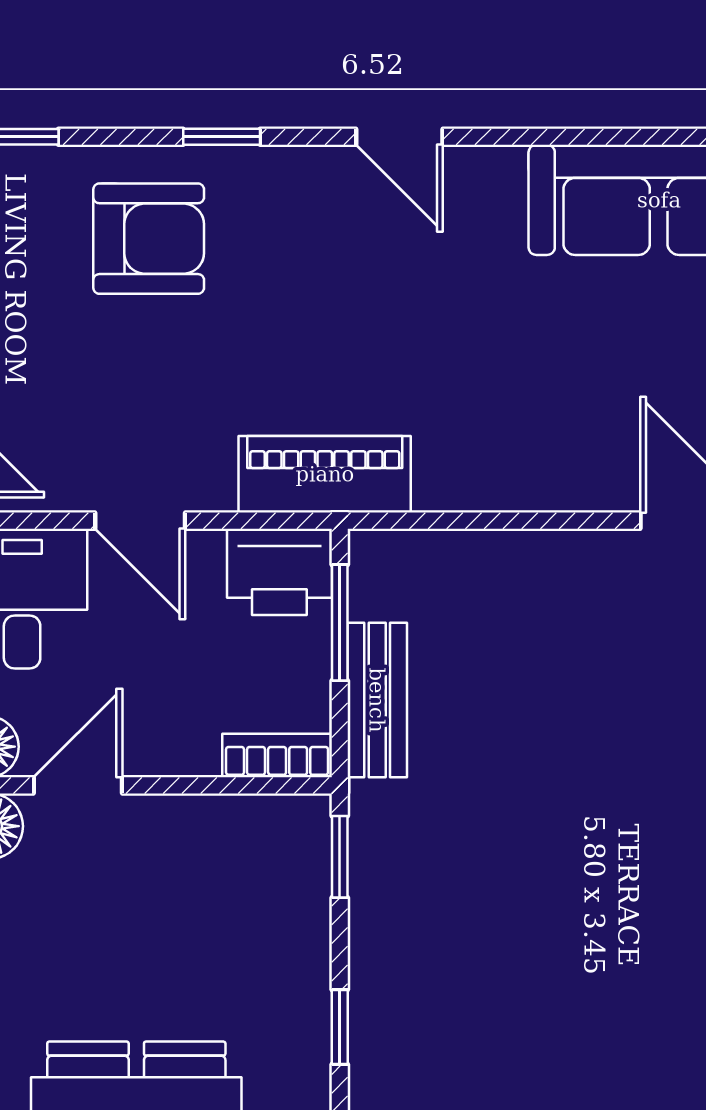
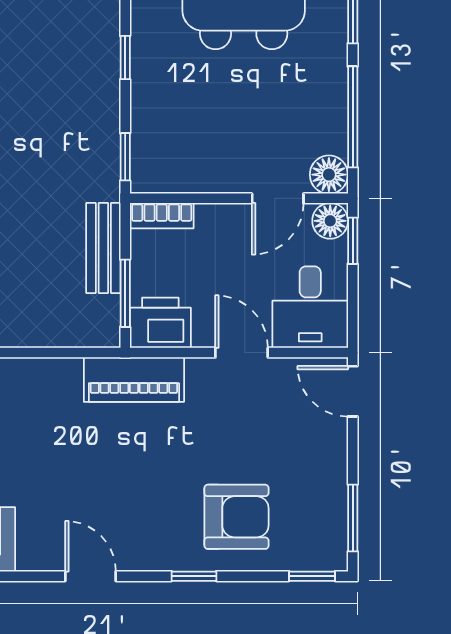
armchair: (149, 239) -> (236, 517), turned 180

